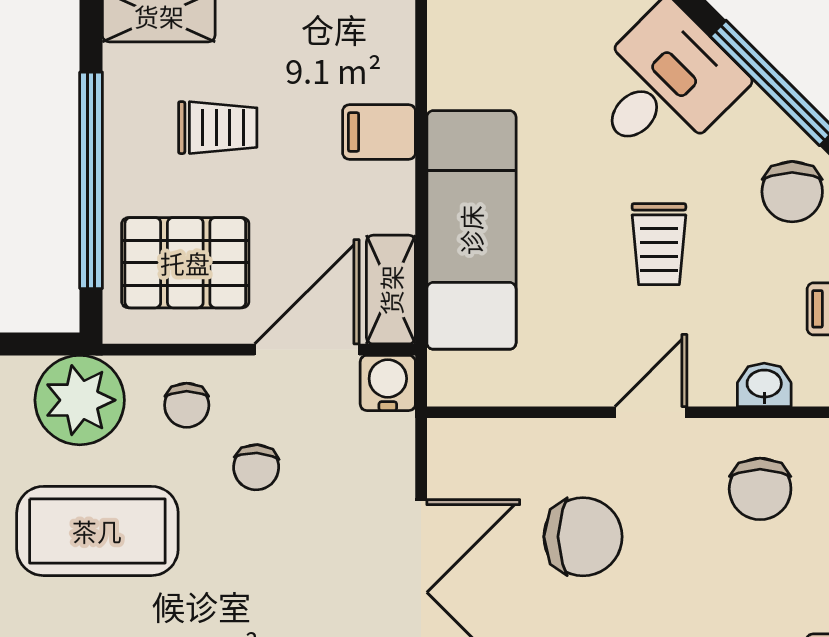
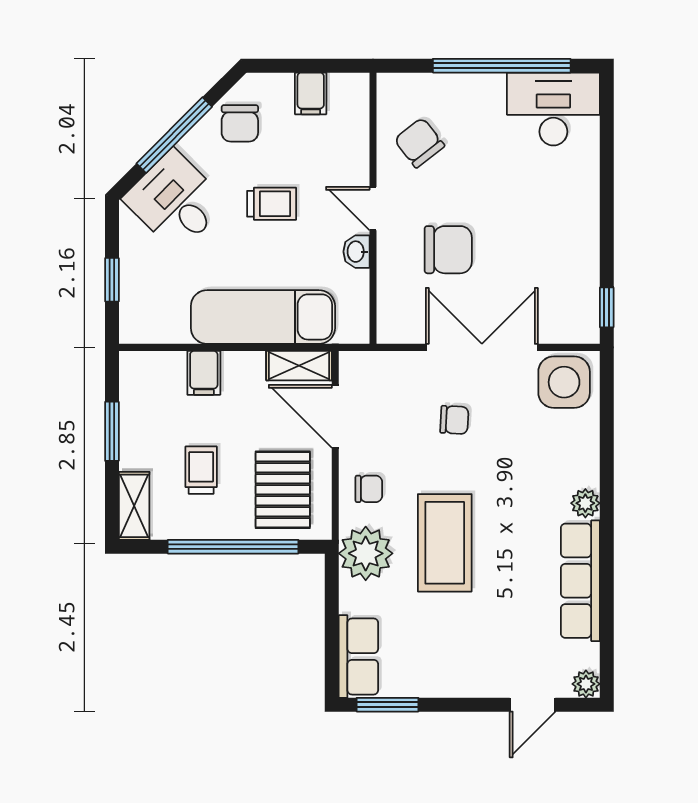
chair: (792, 192) -> (240, 123), turned 90
water cooler: (388, 383) -> (355, 367), removed
washbasin: (764, 385) -> (356, 252), moved
chair: (256, 467) -> (454, 420), moved
chair: (760, 489) -> (419, 143), turned -128
chair: (583, 537) -> (448, 250), turned 90

